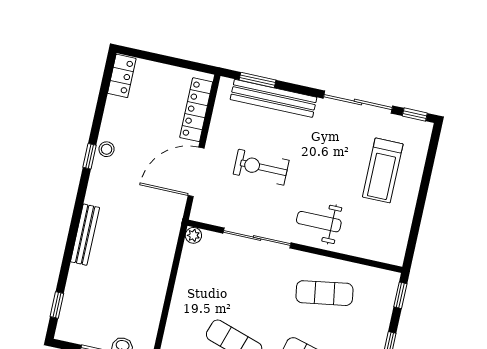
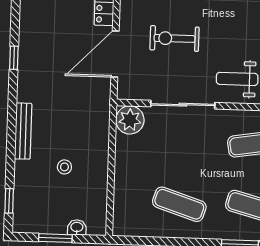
stool: (107, 149) -> (64, 167), moved
plant: (193, 235) -> (130, 120), width x1.88, depth x1.88

